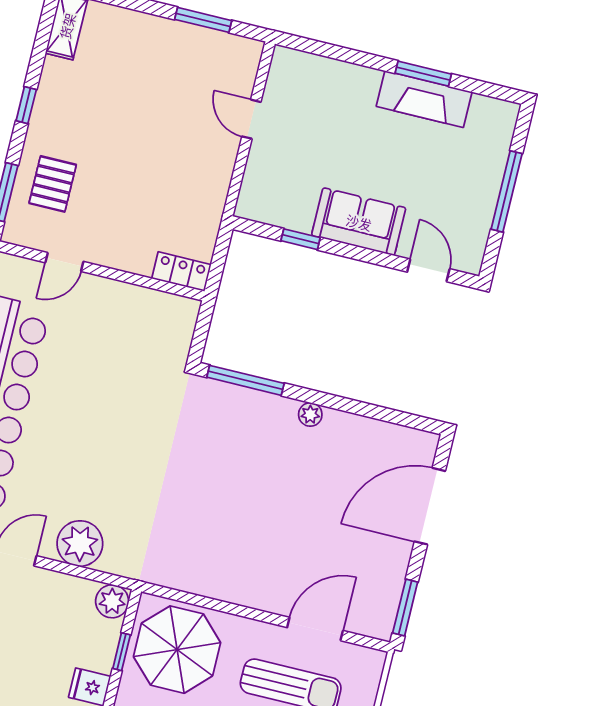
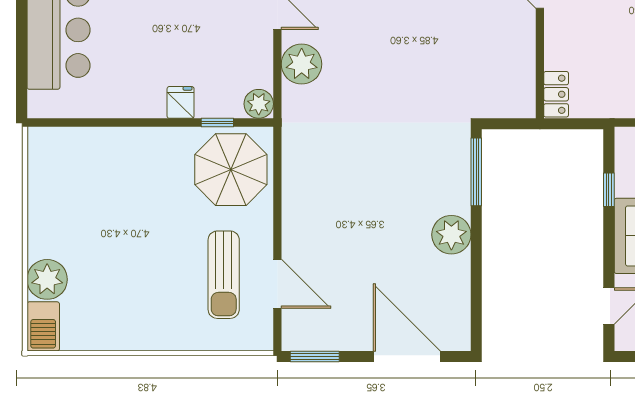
plant: (310, 414) -> (451, 235), width x1.87, depth x1.87

